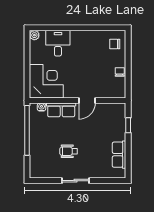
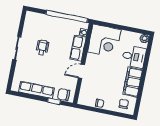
filing cabinet: (87, 39) -> (133, 82), added
door: (87, 100) -> (81, 71), hinge flipped
chair: (118, 116) -> (64, 95), added
row of seats: (119, 155) -> (37, 90), width x1.48

